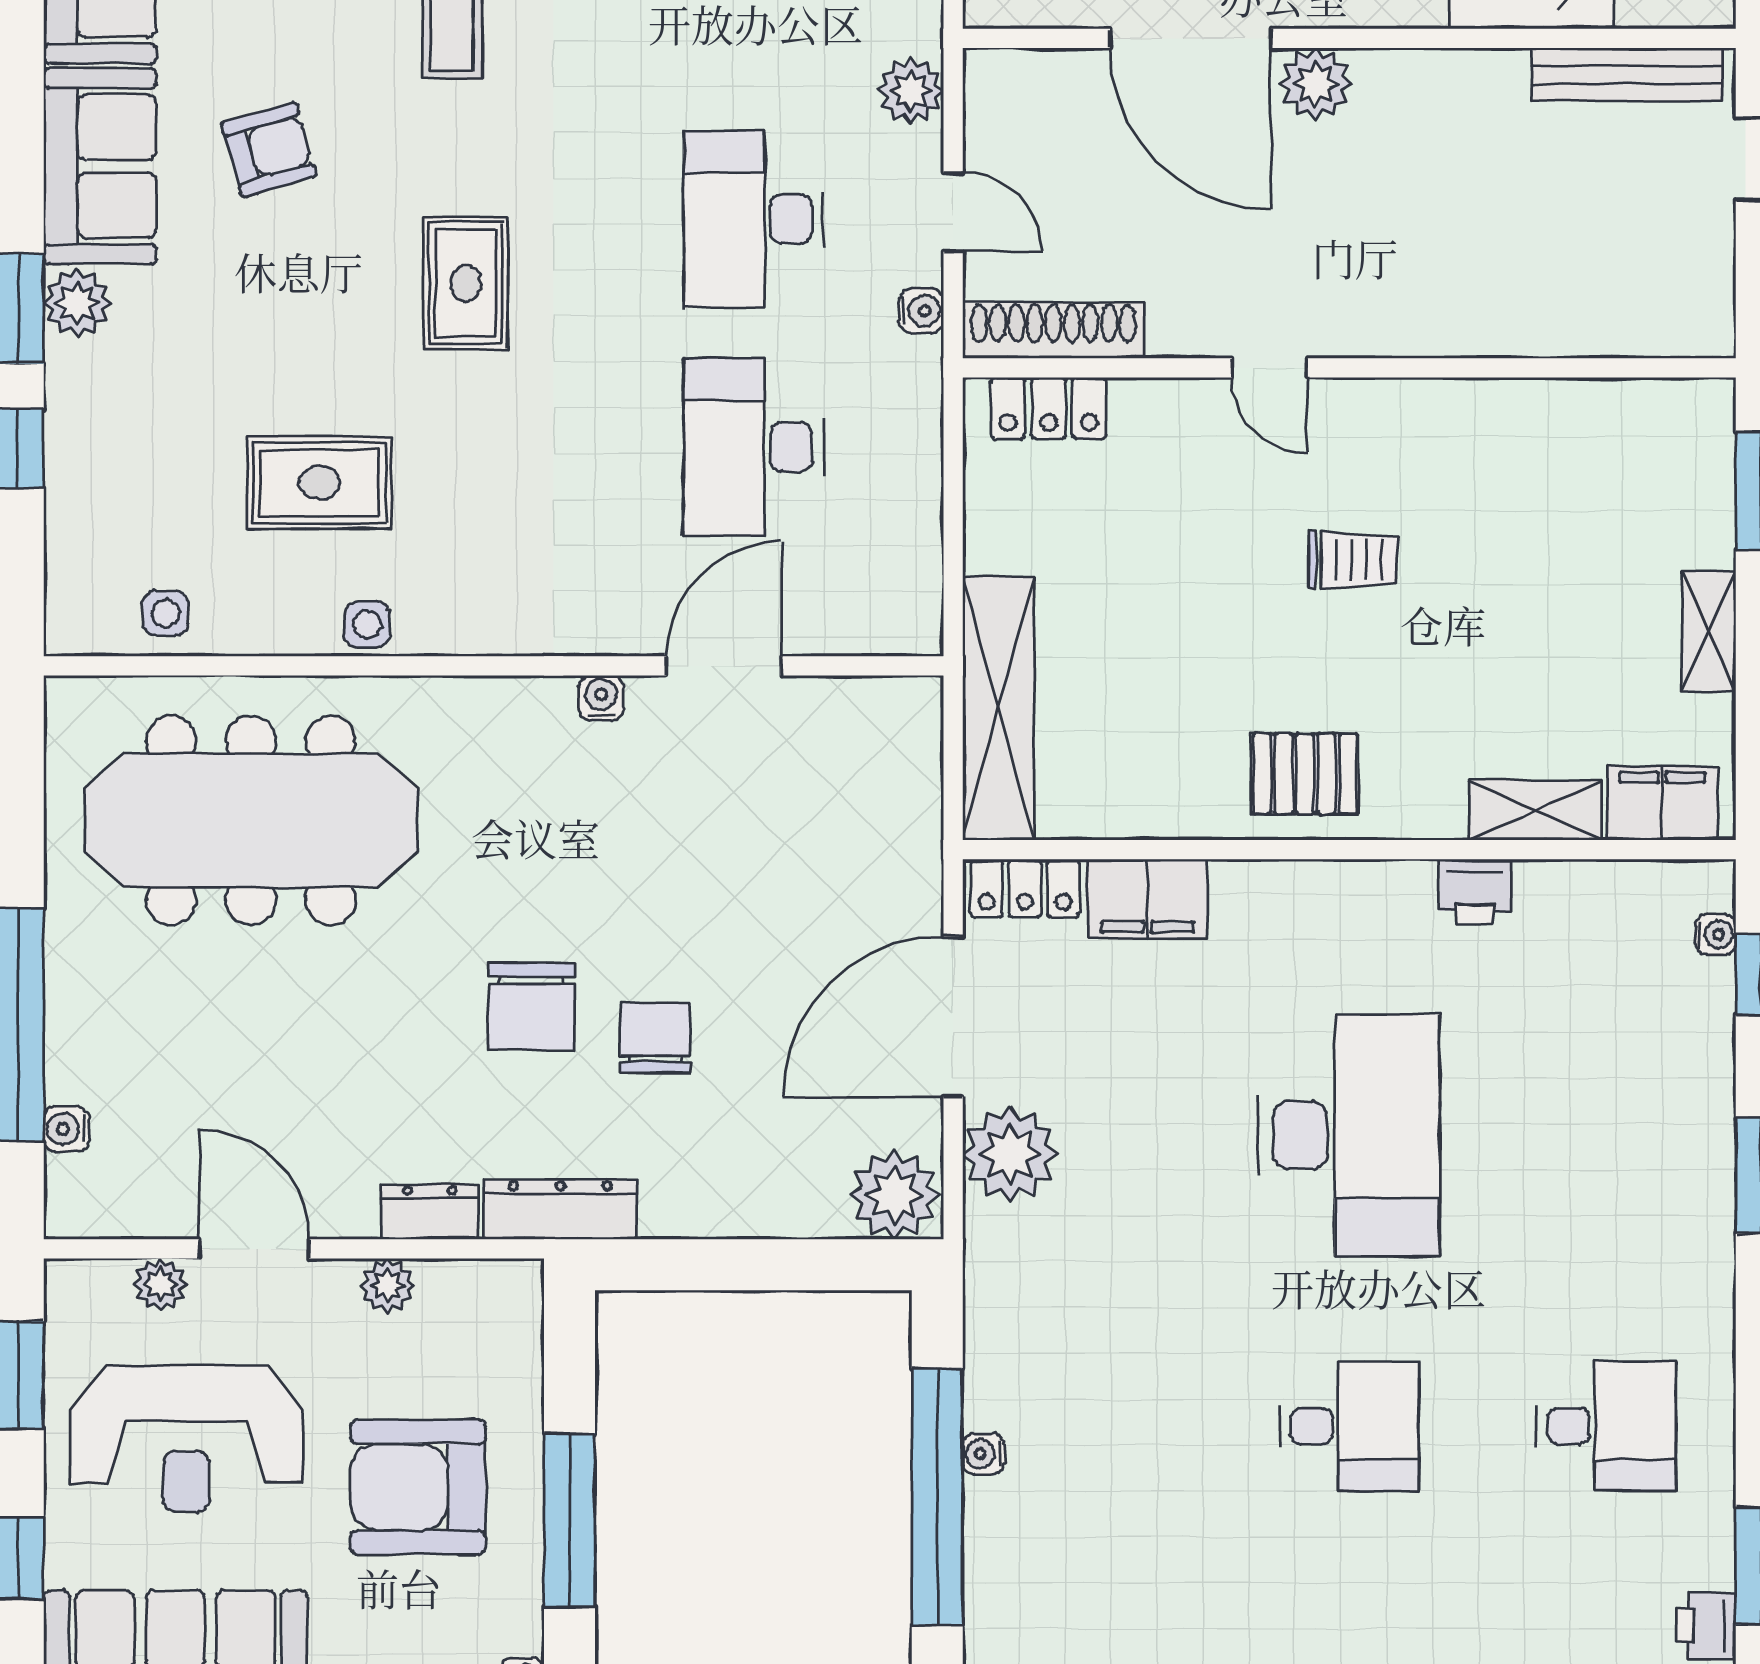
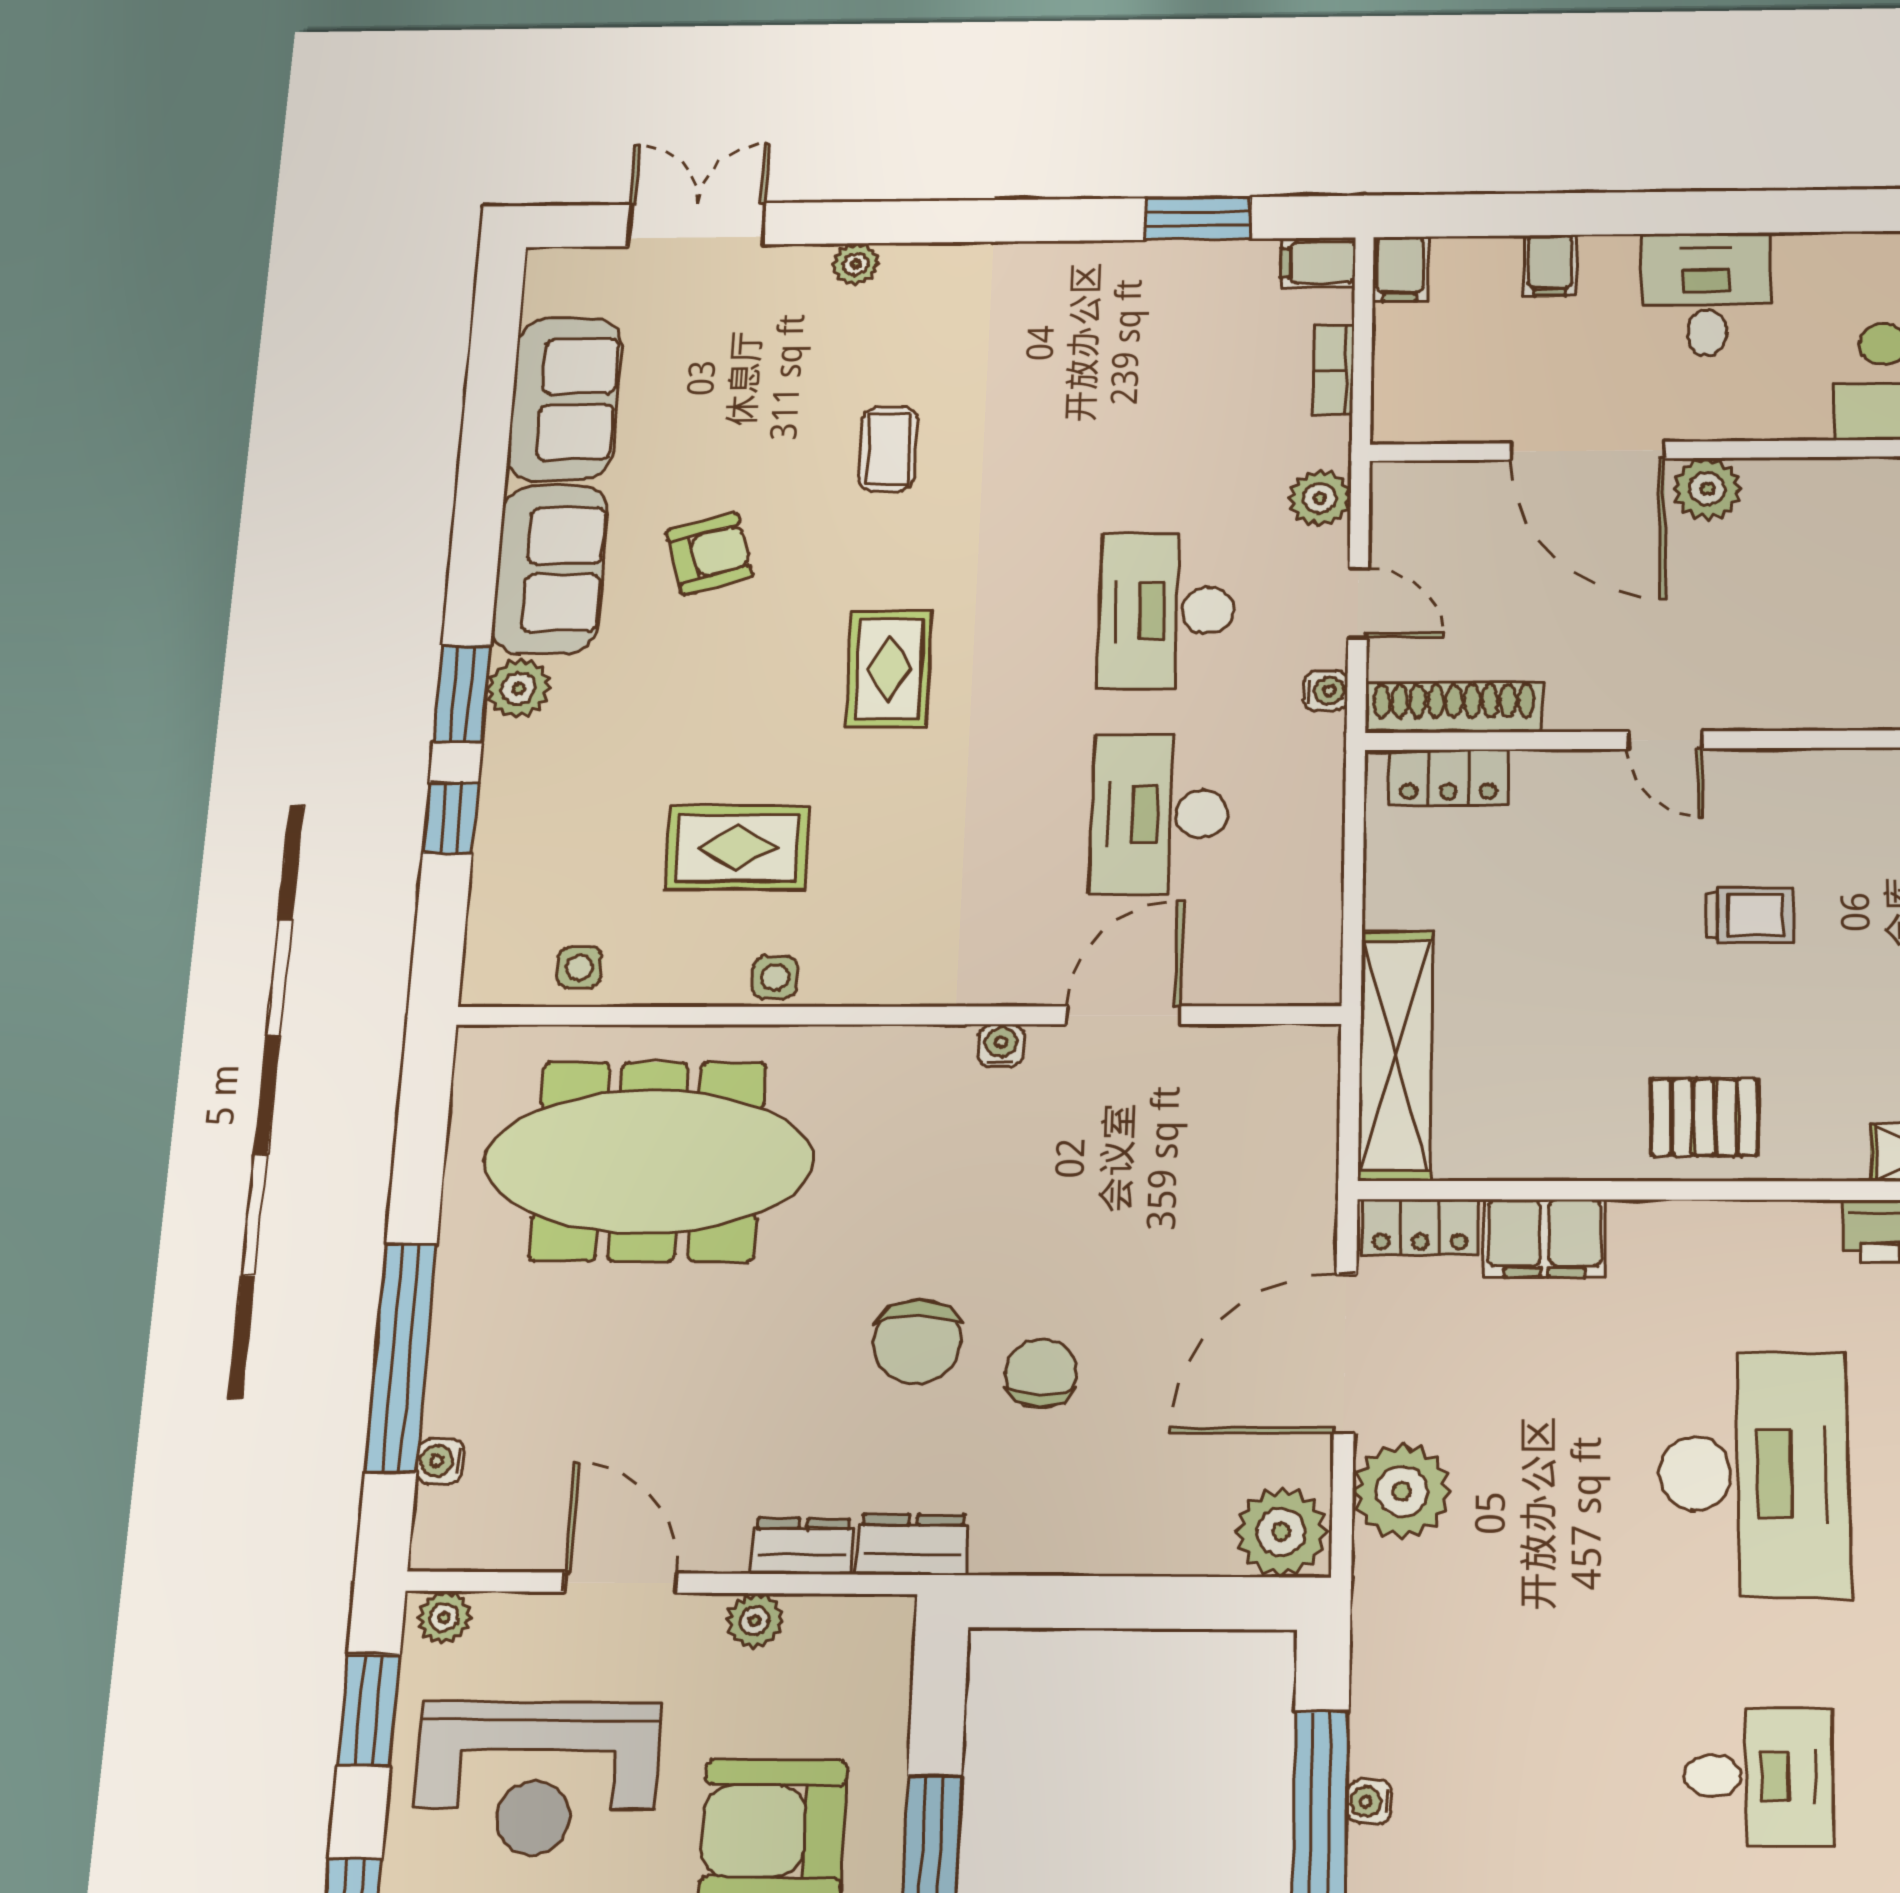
dresser: (560, 1209) -> (912, 1544), width x0.70
plant: (160, 1284) -> (444, 1617), moved

